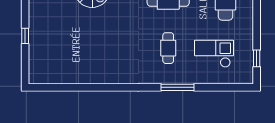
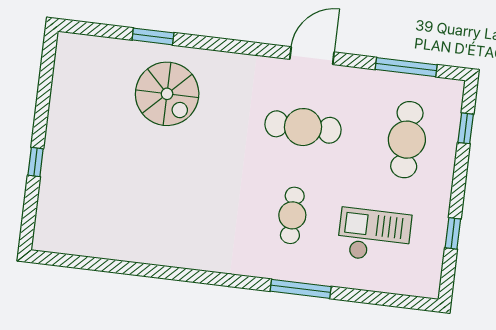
window: (257, 58) -> (453, 233), moved

